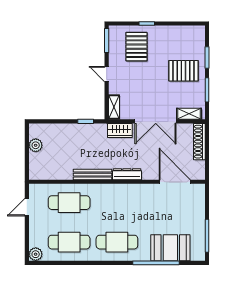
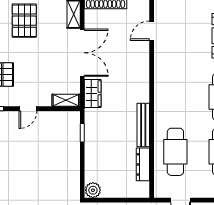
plant: (36, 145) -> (93, 190), moved
dresser: (127, 174) -> (143, 164), moved
door: (175, 182) -> (152, 31), width x0.53

